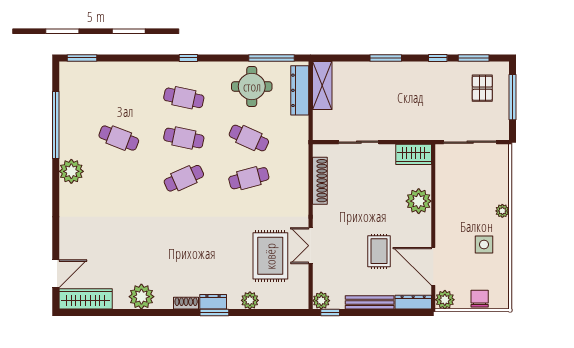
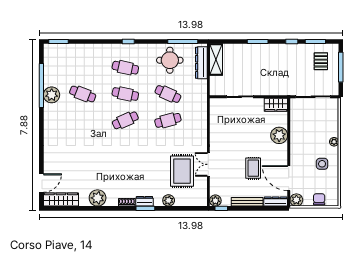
plant: (71, 171) -> (52, 95), moved
shoe rack: (320, 181) -> (214, 122), removed

